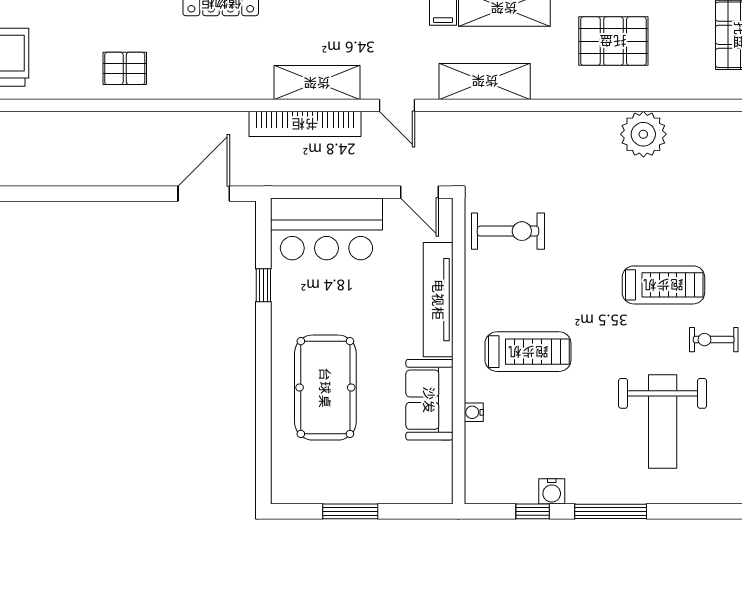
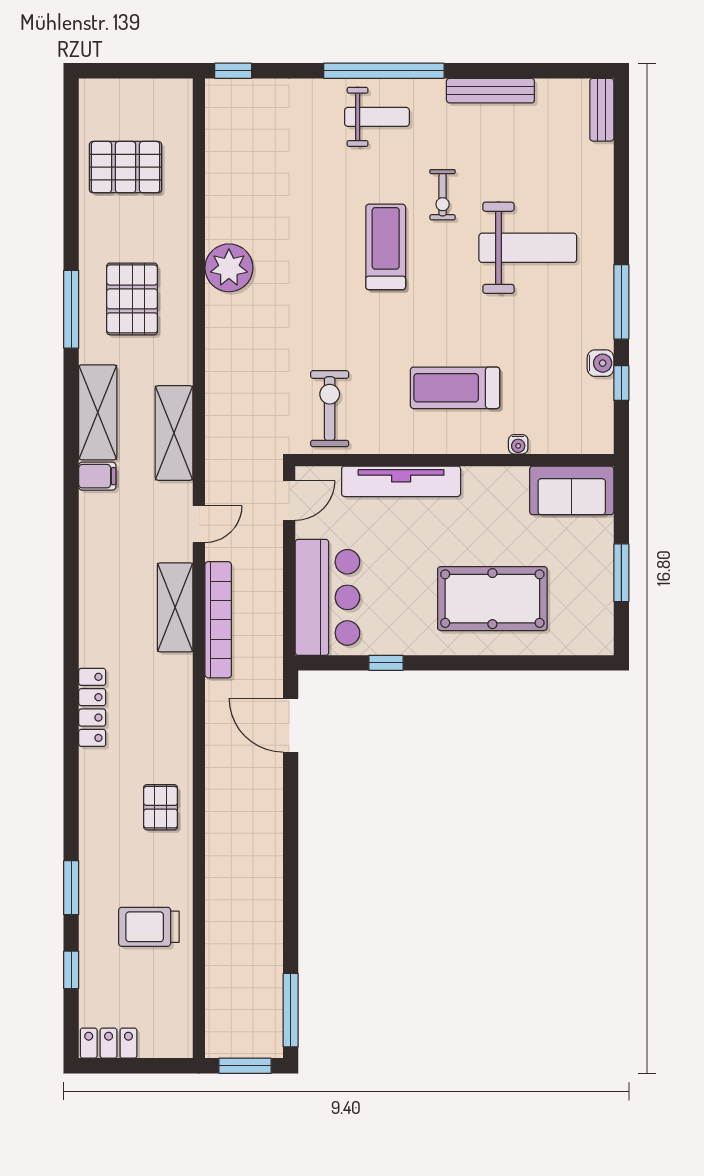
treadmill: (528, 352) -> (455, 388), turned -90
sofa: (429, 400) -> (572, 490), moved

